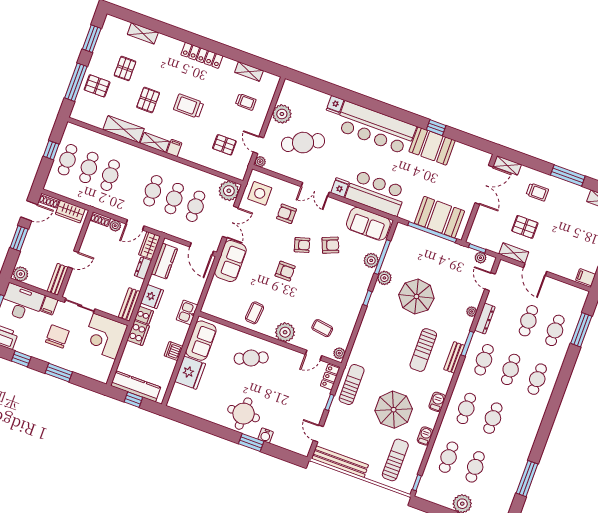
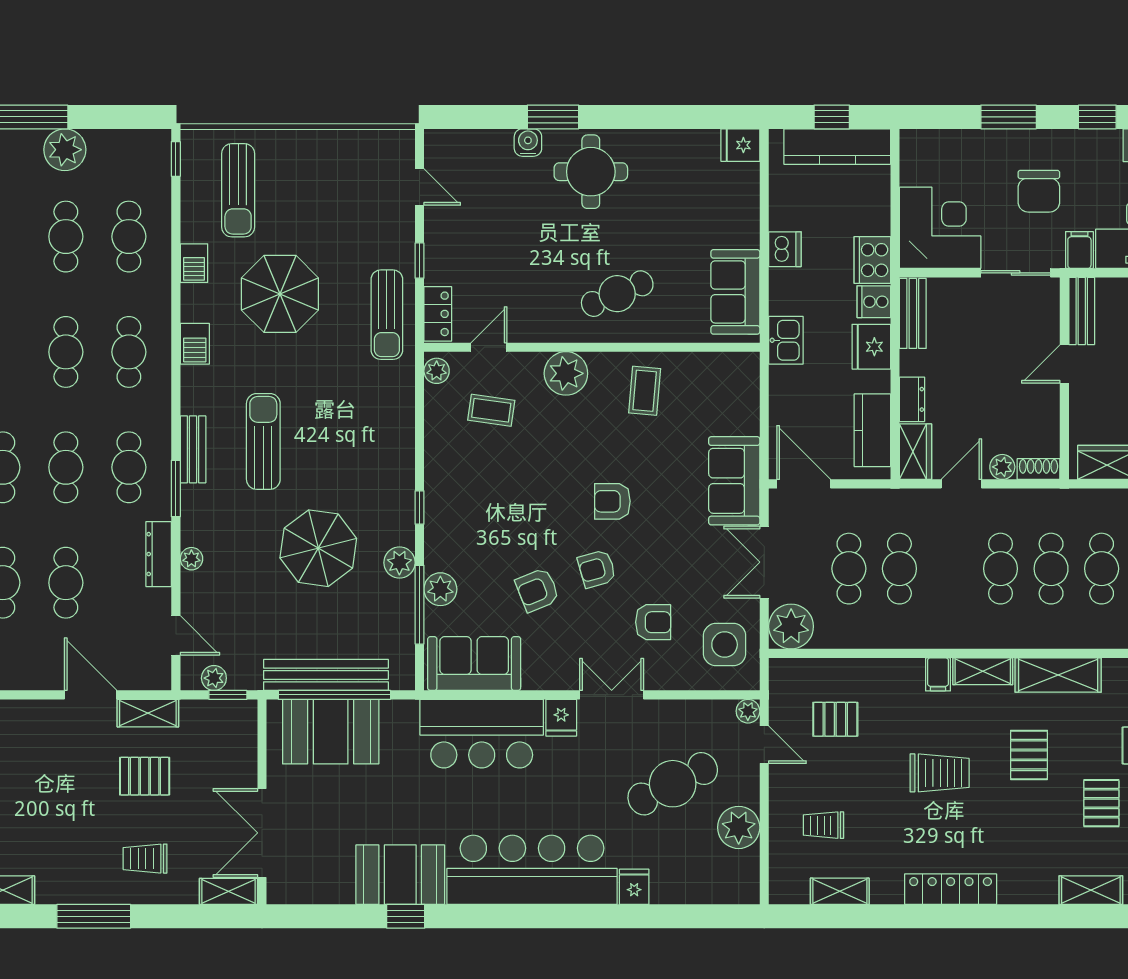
cafe table: (153, 191) -> (1001, 569), moved
fridge: (190, 373) -> (740, 145), moved, width x0.53, depth x0.75
bench: (340, 462) -> (326, 675), moved

